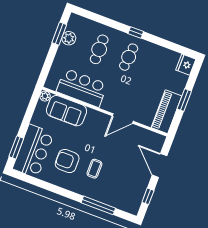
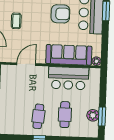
sofa: (66, 111) -> (69, 55), width x1.36
coffee table: (94, 169) -> (16, 21), moved

